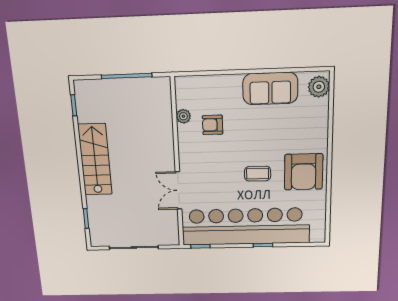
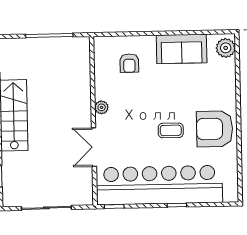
plant: (183, 116) -> (102, 107), moved
armchair: (213, 125) -> (129, 63), moved, turned -90
armchair: (304, 172) -> (215, 129), turned 90

